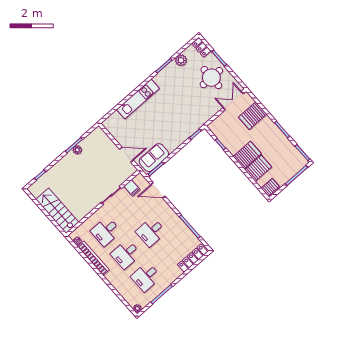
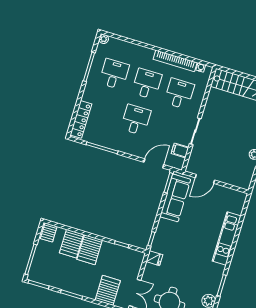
fridge: (202, 118) -> (154, 258), added
sofa: (154, 158) -> (175, 198), width x1.36

